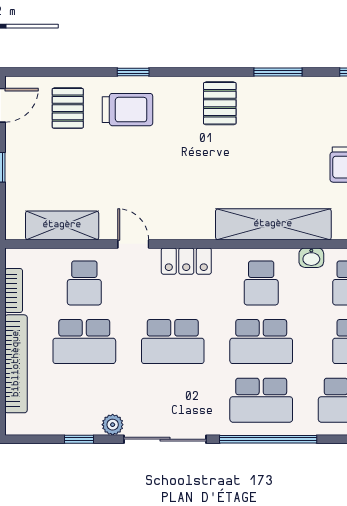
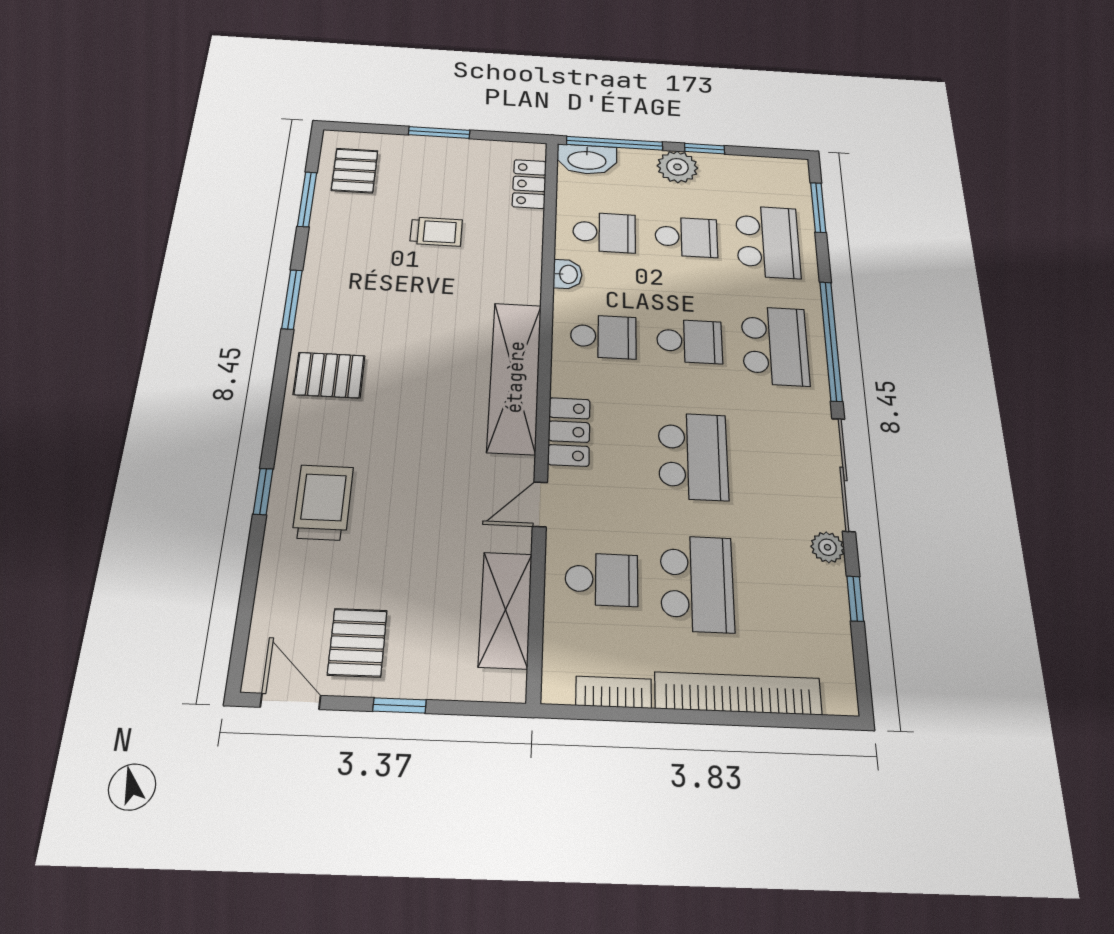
pallet: (68, 108) -> (357, 643), moved, turned 90
shelving: (273, 224) -> (515, 377), moved
school desk: (261, 342) -> (690, 341), width x0.54

